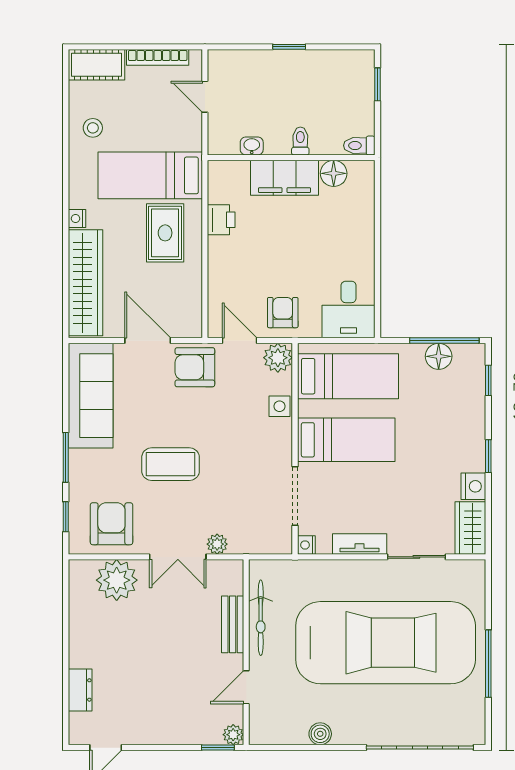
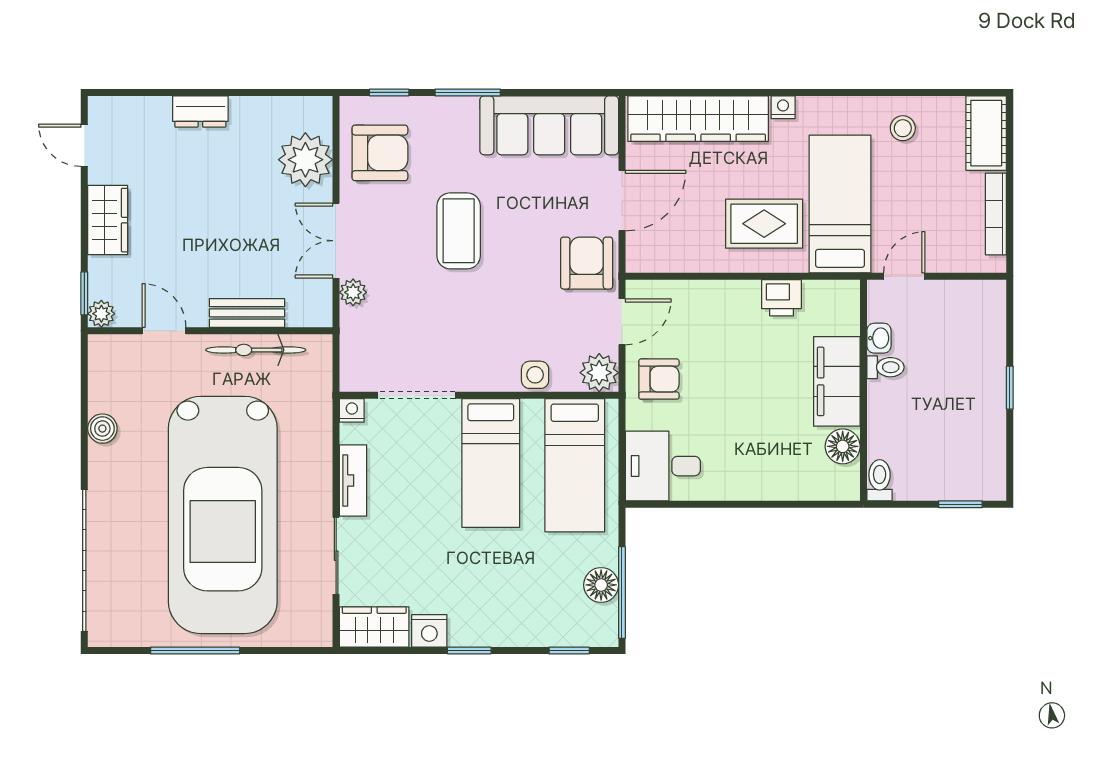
door: (205, 97) -> (904, 276), moved
toilet: (300, 141) -> (886, 367), moved
dresser: (80, 690) -> (200, 111), moved
wardrobe: (162, 730) -> (108, 220), added

